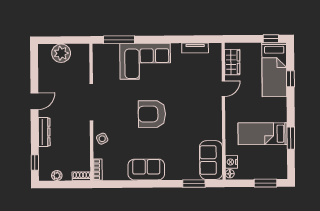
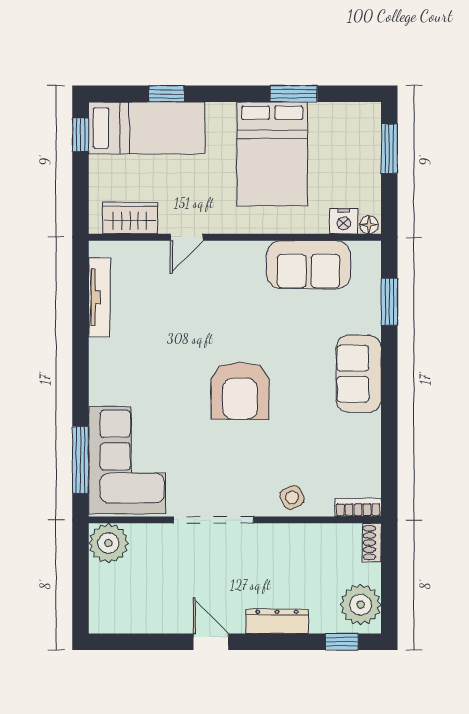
tv unit: (195, 48) -> (99, 297), width x1.41
plant: (61, 53) -> (109, 543), moved
corner sofa: (145, 61) -> (127, 460), moved
door: (223, 89) -> (187, 237), swing flipped
bed: (263, 134) -> (272, 154), width x1.50
sofa: (211, 160) -> (309, 265), moved
sofa: (146, 170) -> (359, 374), moved
plant: (57, 176) -> (361, 605), width x1.88, depth x1.88

